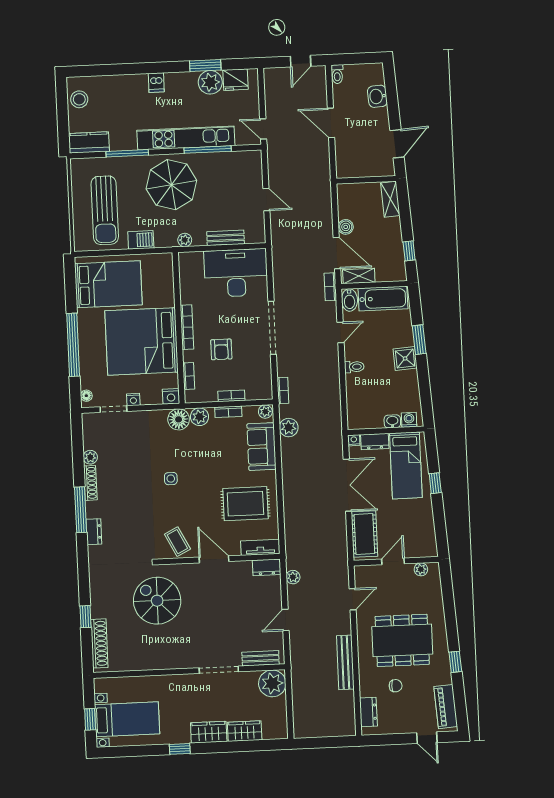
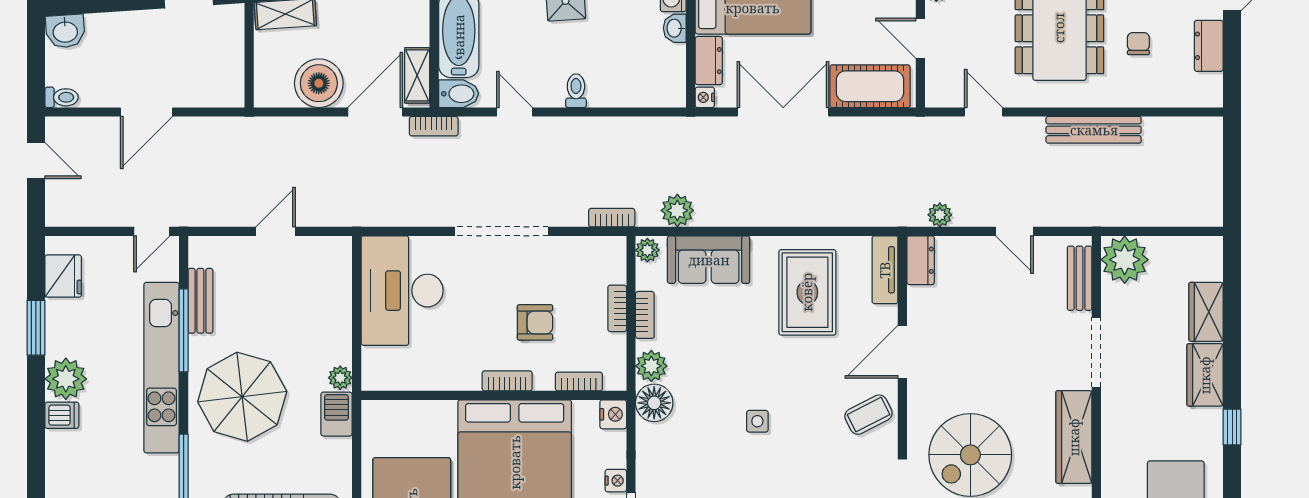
plant: (210, 82) -> (66, 379), moved
washbasin: (377, 96) -> (65, 31), moved
boiler: (346, 227) -> (319, 83), width x1.86, depth x1.86
bench: (226, 238) -> (200, 301), moved
barbecue: (141, 240) -> (337, 414), moved
bookcase: (187, 327) -> (507, 381), width x0.64
wardrobe: (170, 659) -> (1074, 437), added
dresser: (368, 712) -> (1209, 46), moved, turned -90

